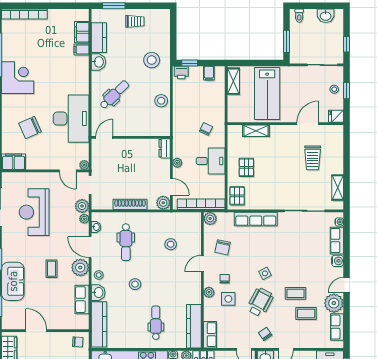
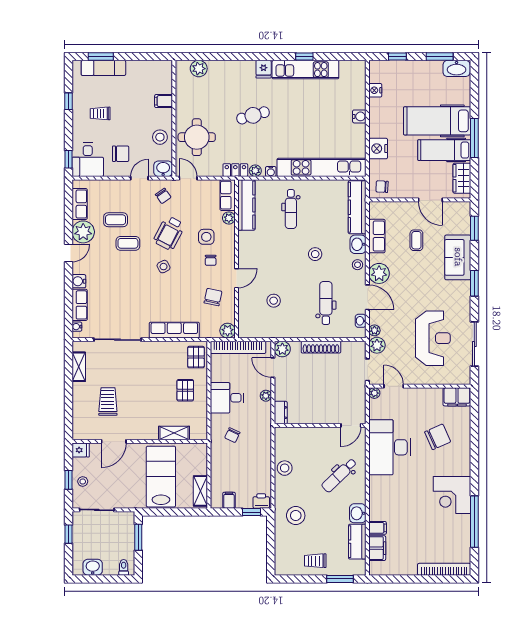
coffee table: (52, 269) -> (416, 240), moved
plant: (209, 292) -> (229, 218), moved

